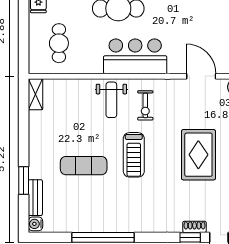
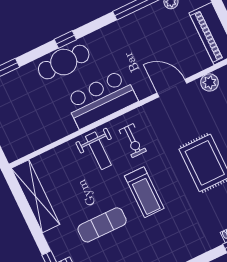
cafe table: (59, 43) -> (24, 121), removed
shelving: (36, 94) -> (36, 196), width x2.20, depth x1.33

